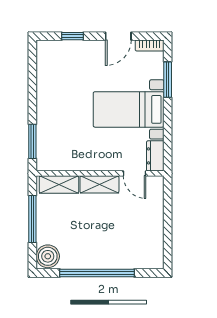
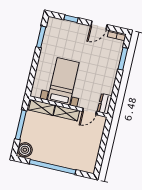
bed with nightstands: (129, 109) -> (63, 81), moved, turned 90
window: (32, 141) -> (41, 37), moved
door: (135, 173) -> (90, 111), hinge flipped

